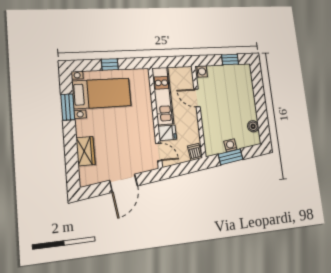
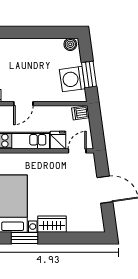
boiler: (253, 126) -> (70, 44), moved
washing machine: (230, 145) -> (72, 79), width x1.89, depth x1.89
wardrobe: (86, 151) -> (52, 224), moved

